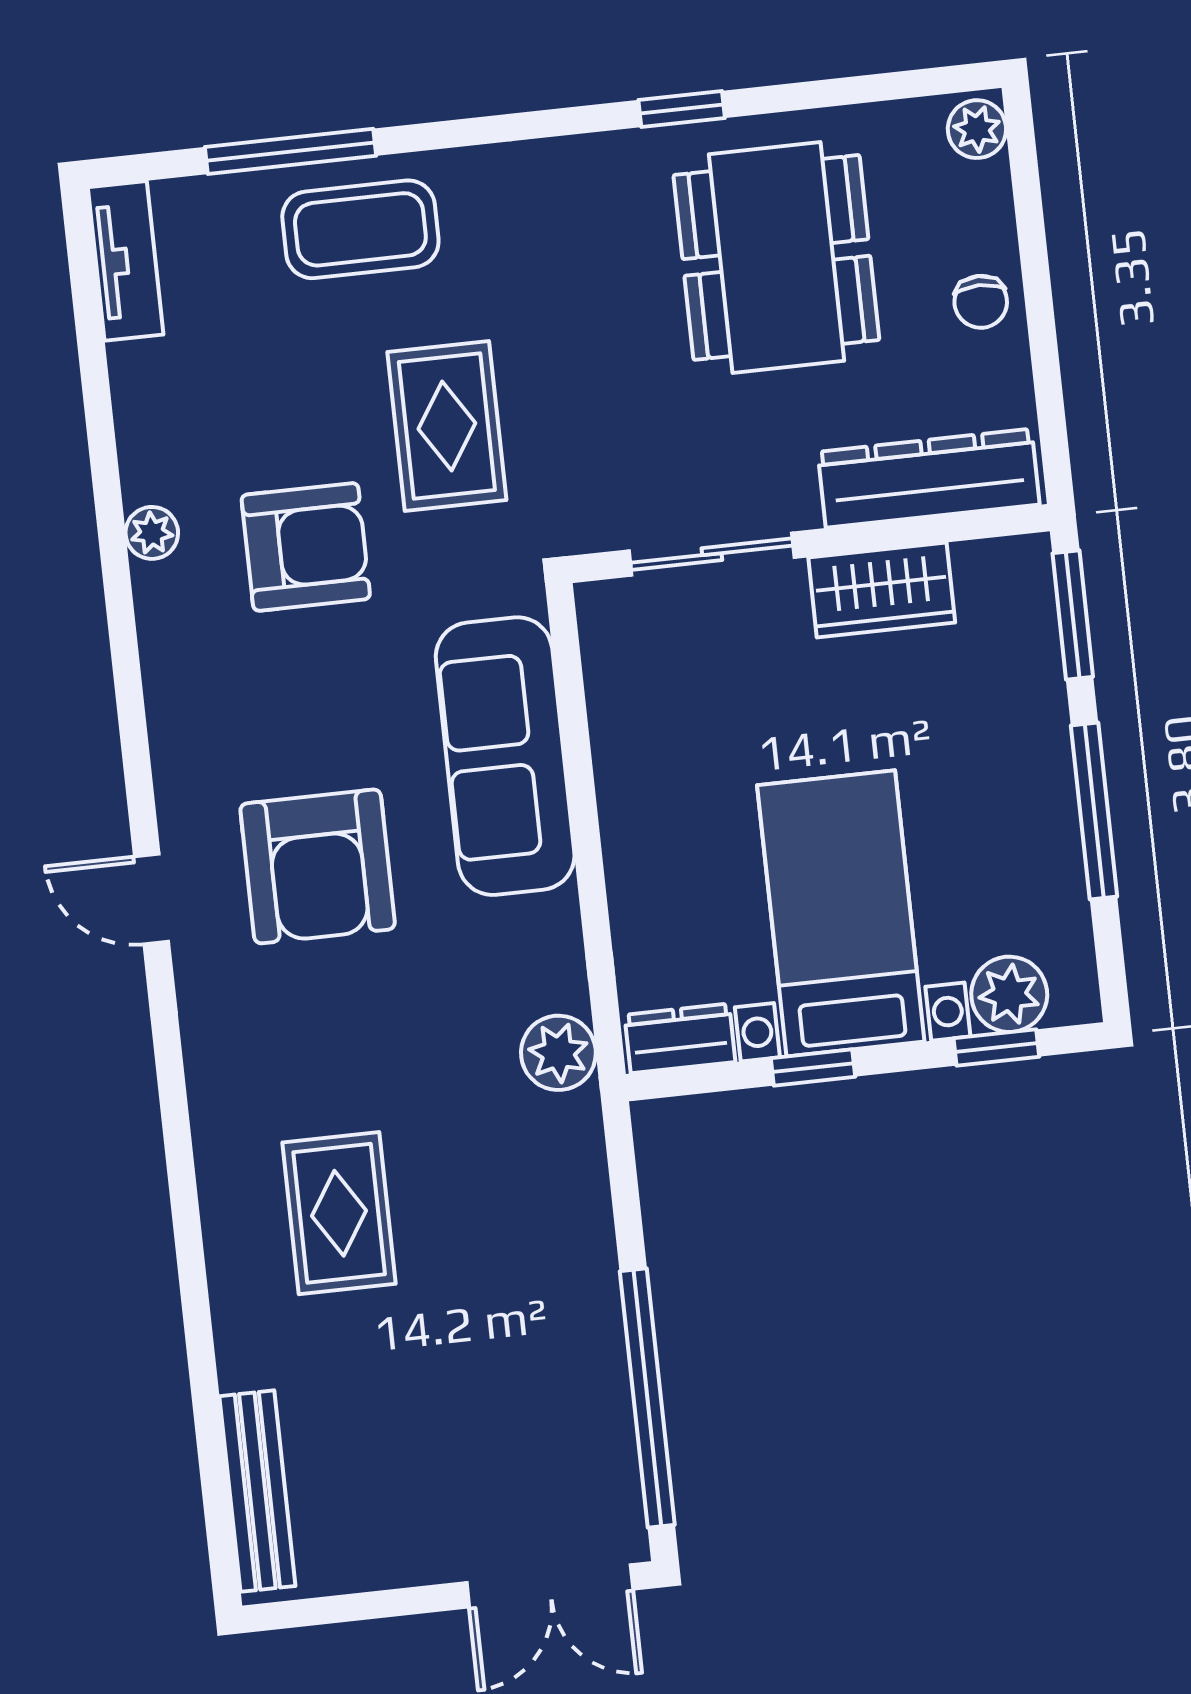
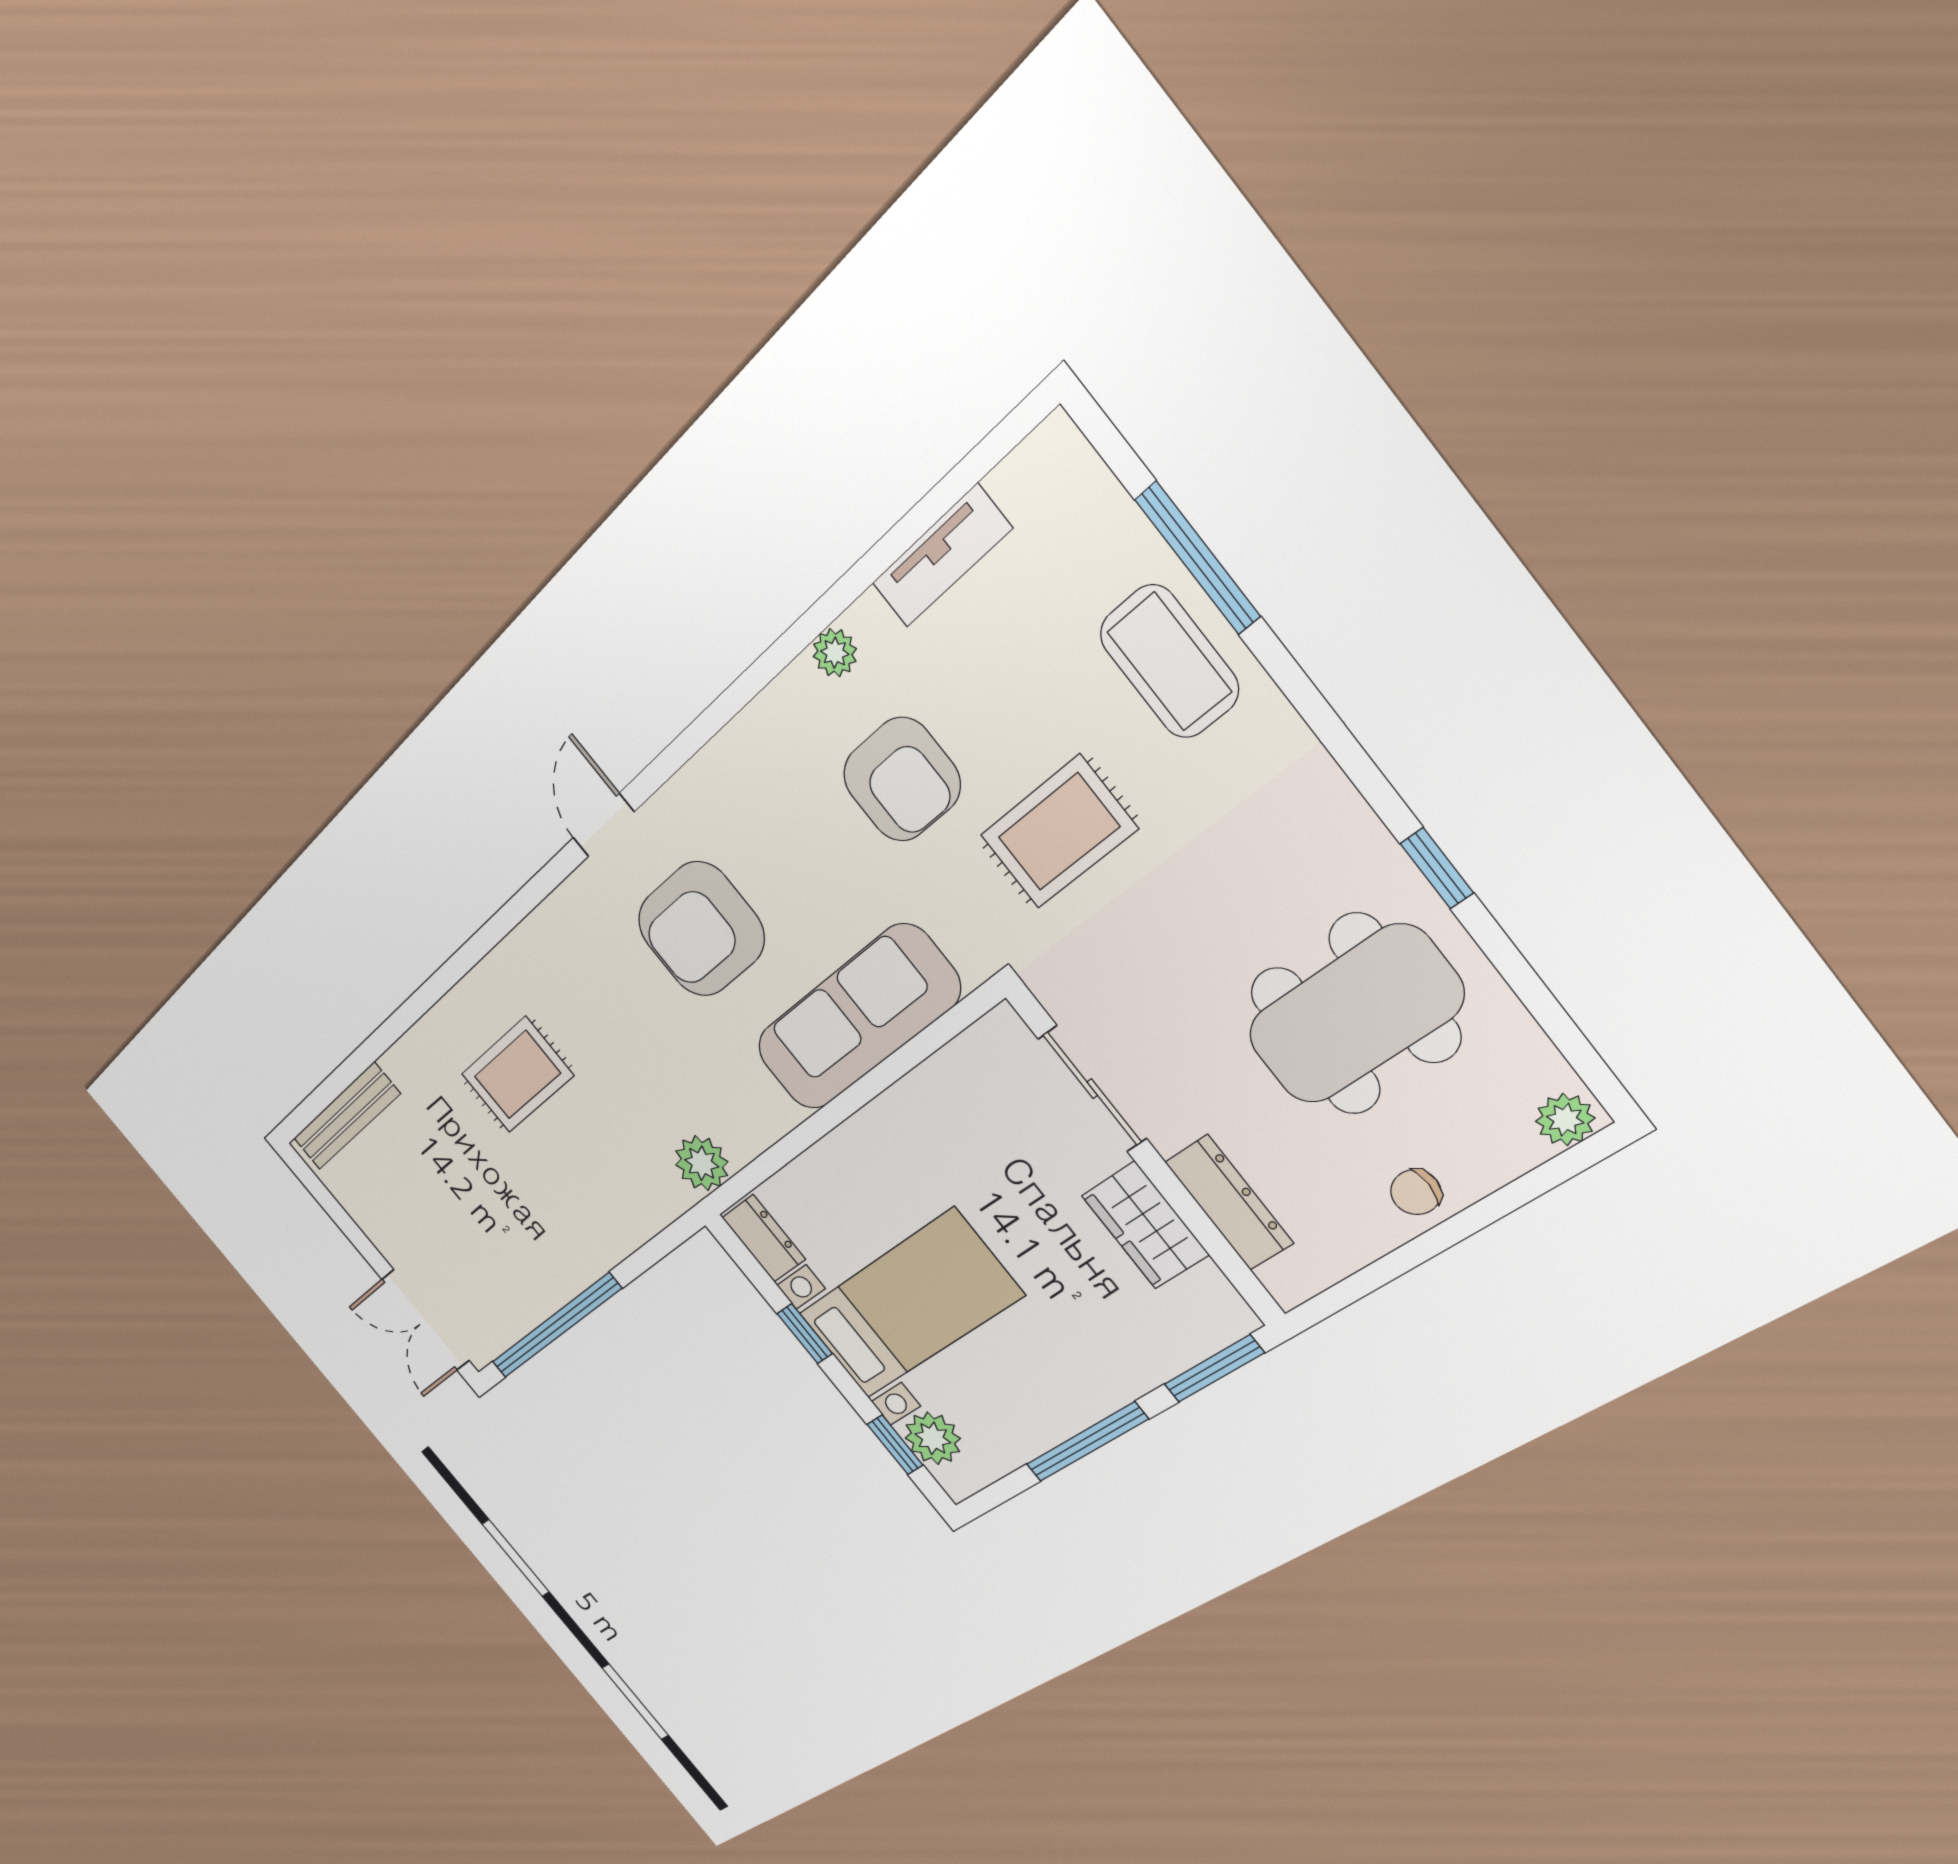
tv unit: (126, 261) -> (942, 556), moved
dresser: (929, 478) -> (1229, 1203), width x0.73, depth x0.80

